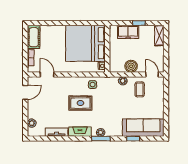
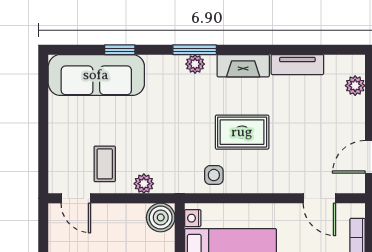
boiler: (131, 66) -> (161, 217), moved

